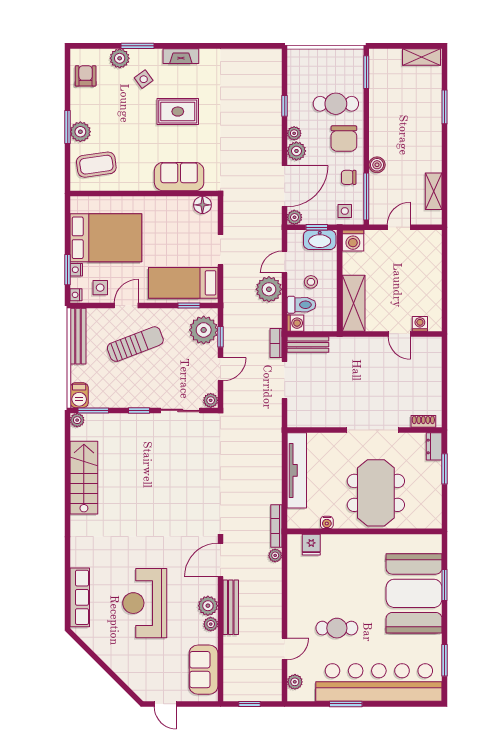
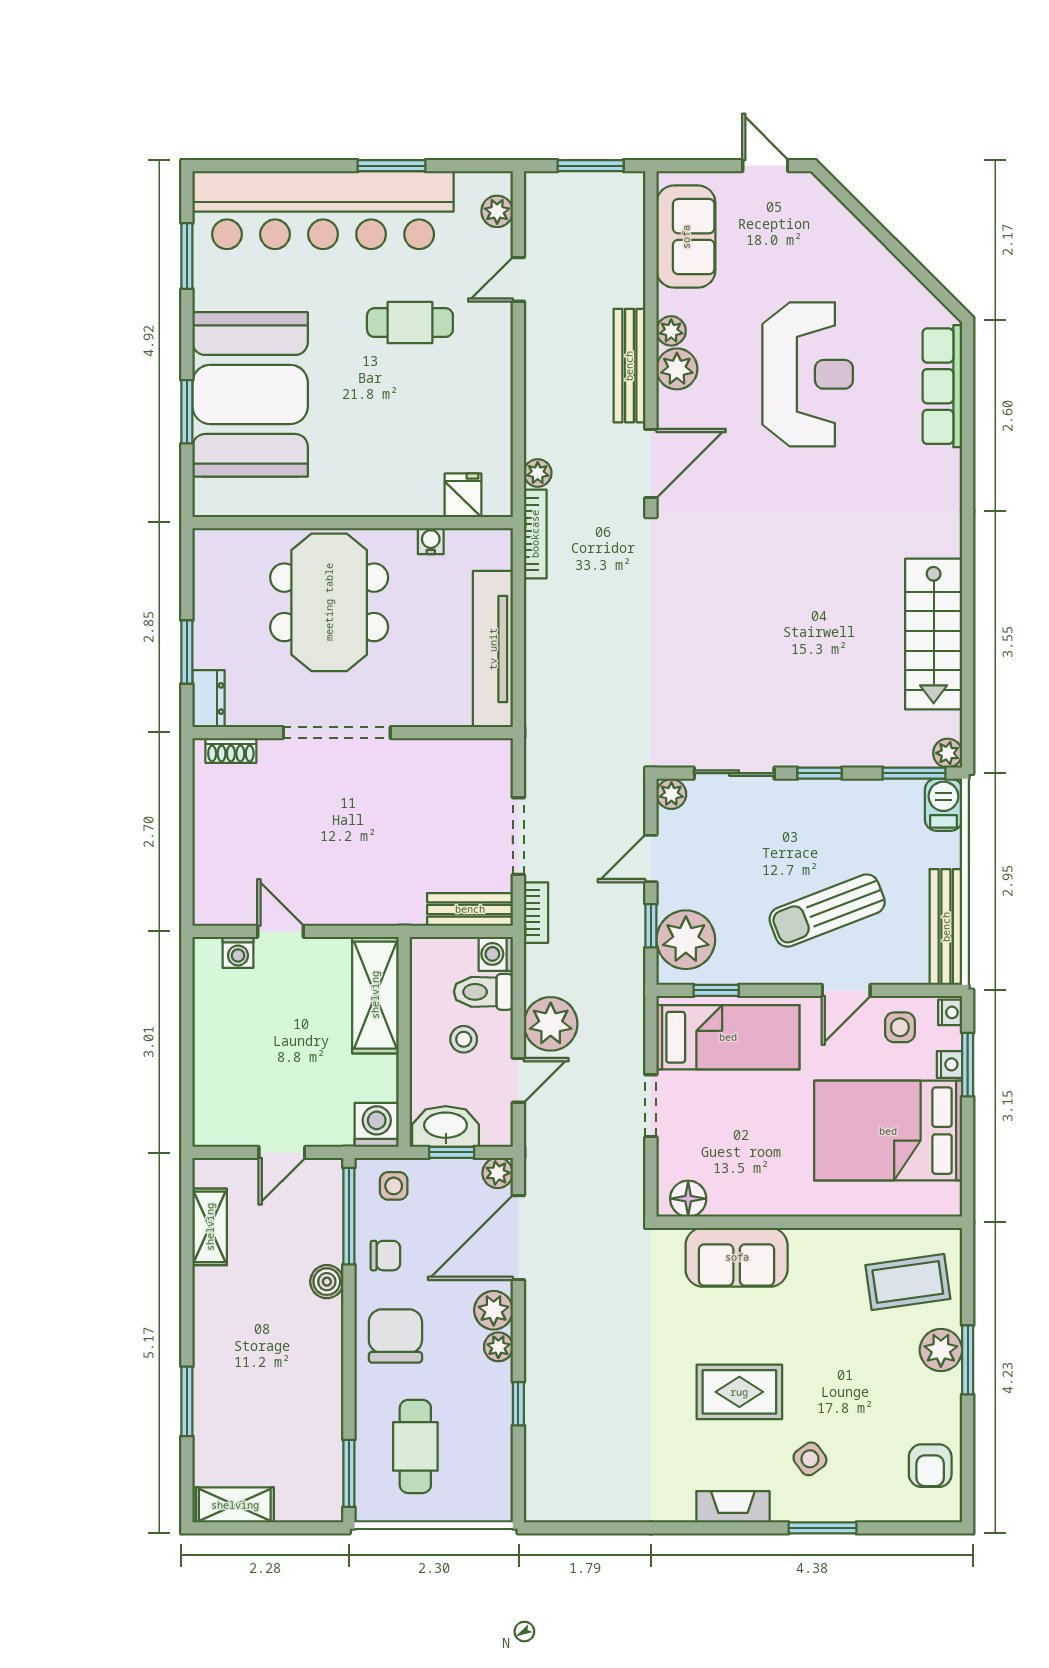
plant: (120, 58) -> (860, 1502), removed
cafe table: (336, 104) -> (415, 1446), moved, turned 90
window: (250, 704) -> (591, 166), width x1.50

